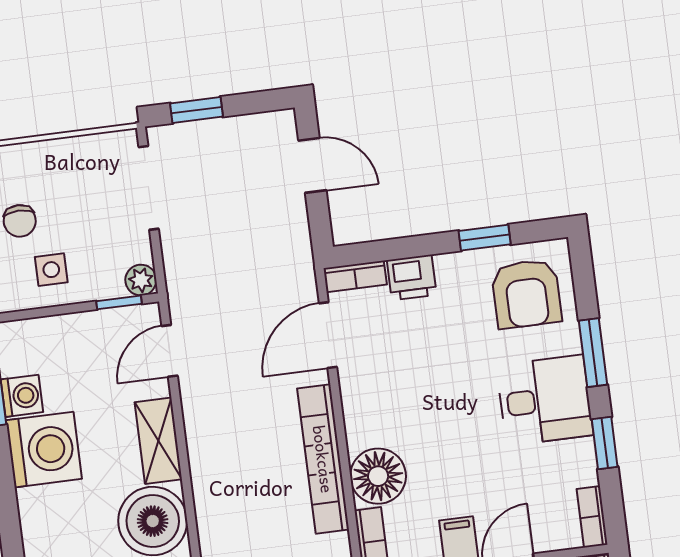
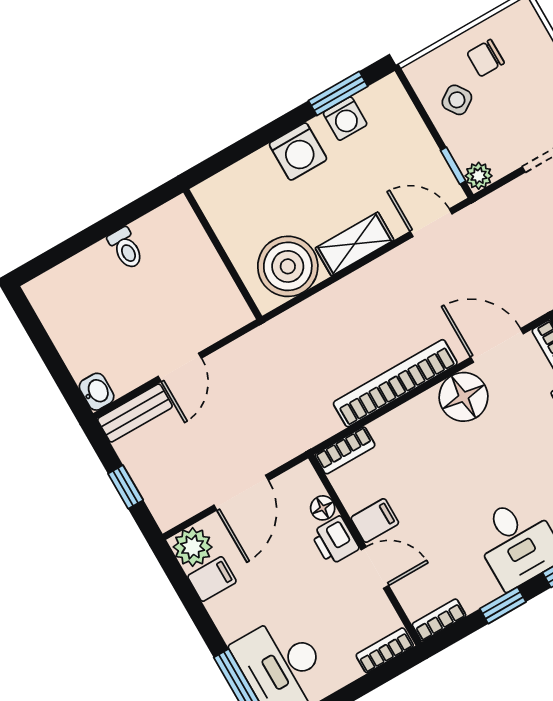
side table: (51, 270) -> (457, 100), turned -34
washing machine: (44, 450) -> (298, 151), width x0.73, depth x0.73
floor lamp: (378, 476) -> (464, 397), moved

